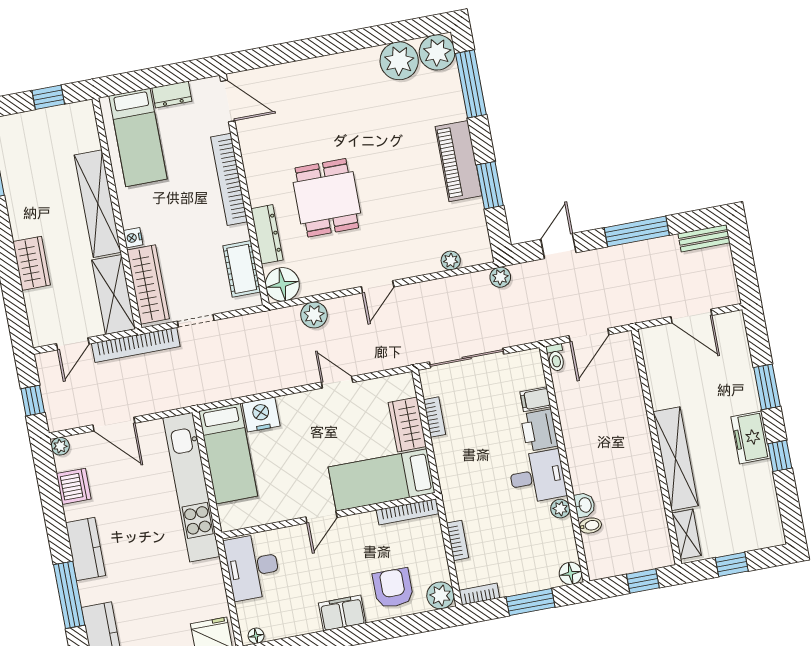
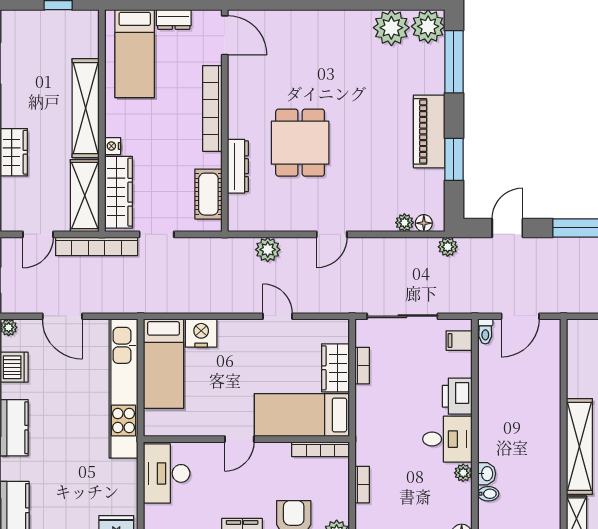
floor lamp: (282, 284) -> (424, 223), moved, width x0.53, depth x0.53
filing cabinet: (535, 399) -> (459, 341), moved

